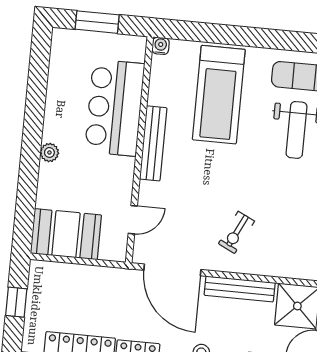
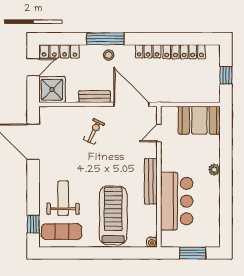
bench: (240, 289) -> (94, 97), width x0.73

